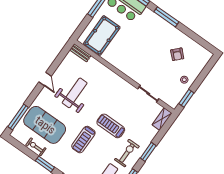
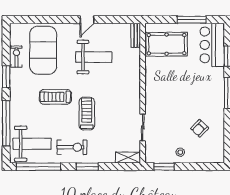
window: (18, 117) -> (33, 20), removed

